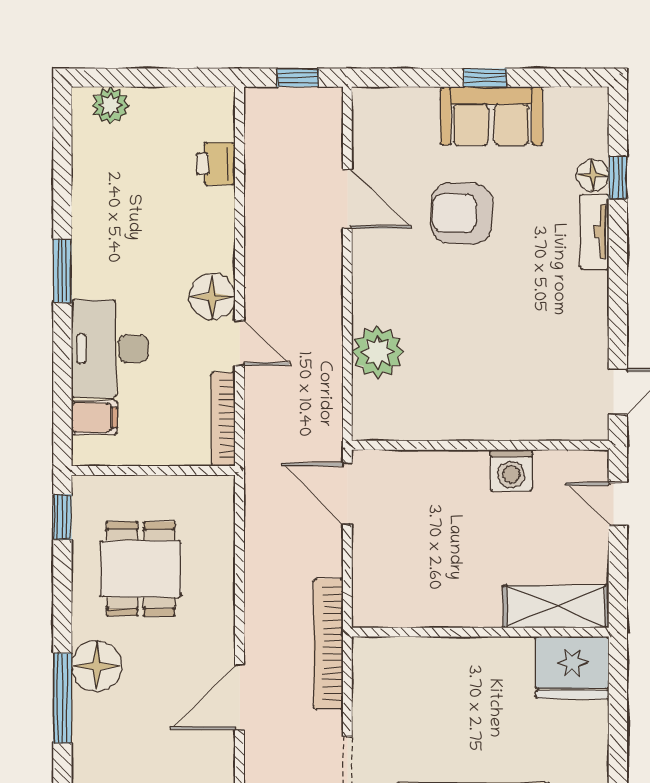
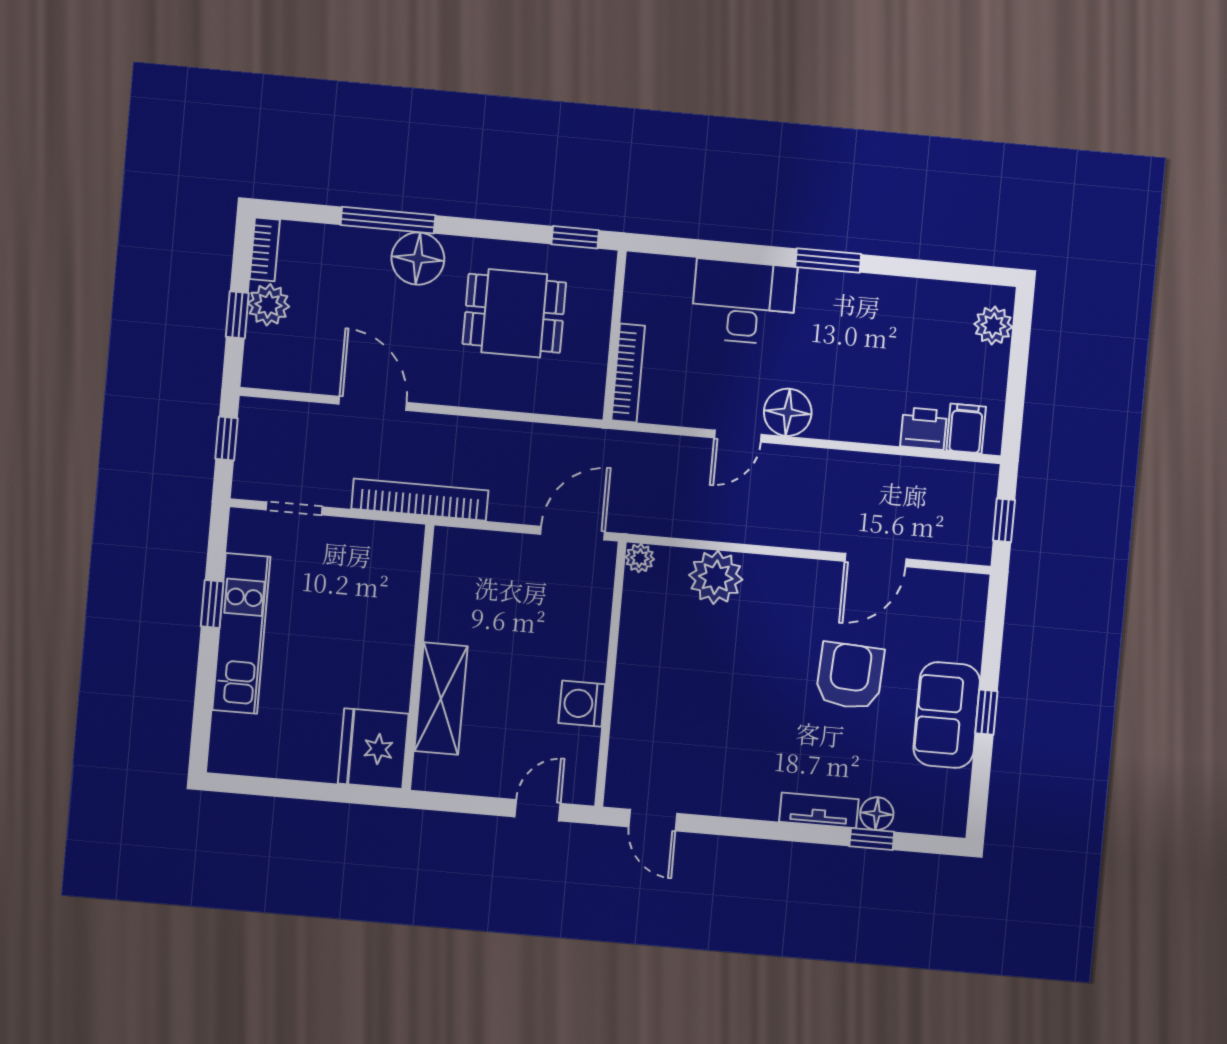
filing cabinet: (94, 418) -> (966, 429), moved, turned 180
bookcase: (223, 419) -> (628, 373), moved, turned 90
plant: (366, 427) -> (640, 558), added
shelving: (556, 607) -> (441, 699), moved

